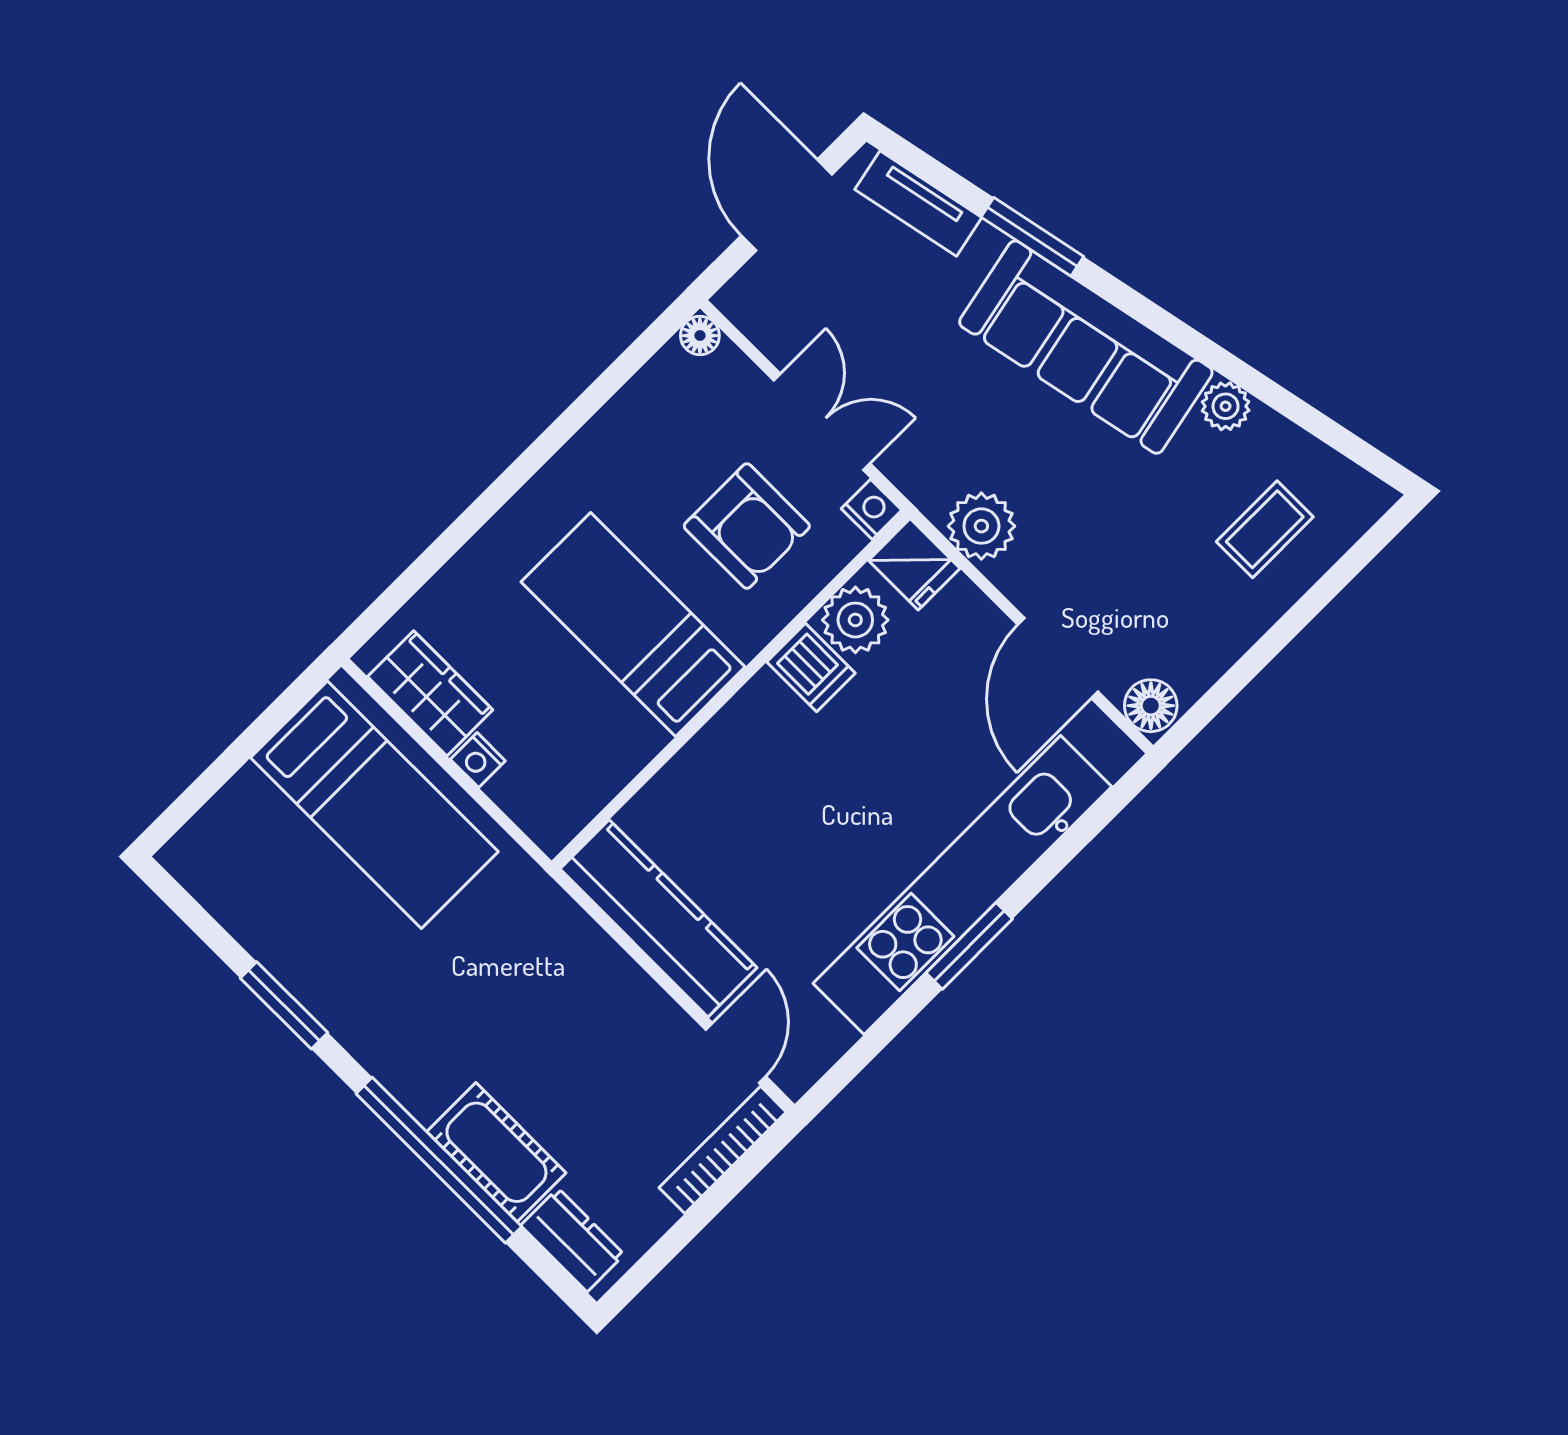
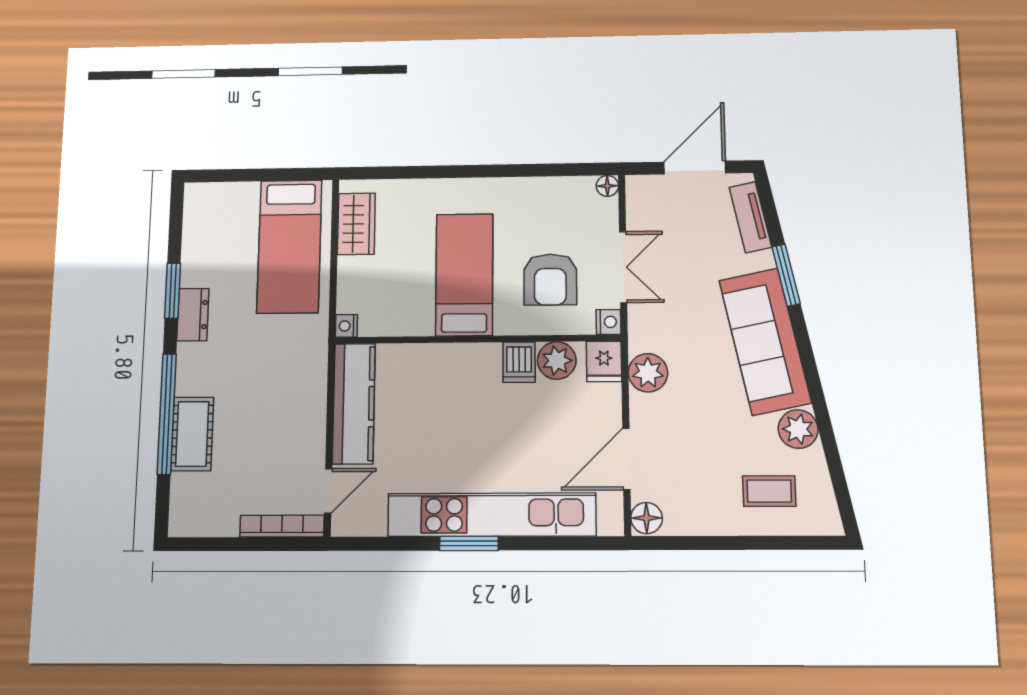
plant: (1226, 406) -> (798, 429), width x1.38, depth x1.38
nightstand: (478, 760) -> (346, 326), moved
dresser: (573, 1240) -> (193, 315), moved

